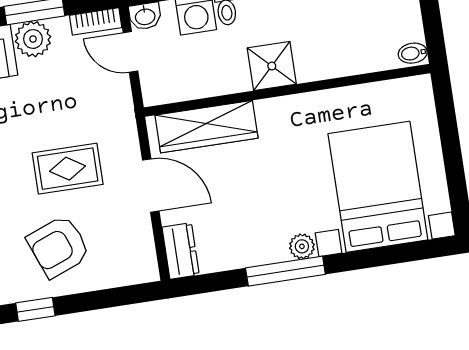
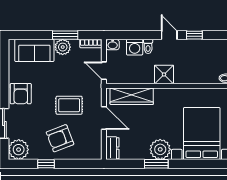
door: (130, 52) -> (104, 71), moved
plant: (302, 246) -> (160, 149), width x1.88, depth x1.88
window: (285, 271) -> (156, 164), width x0.69

